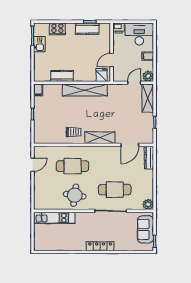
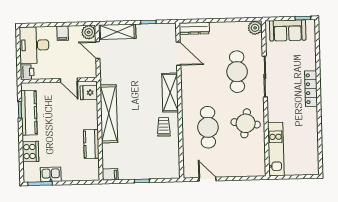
kitchen counter: (87, 29) -> (29, 113), width x1.50

